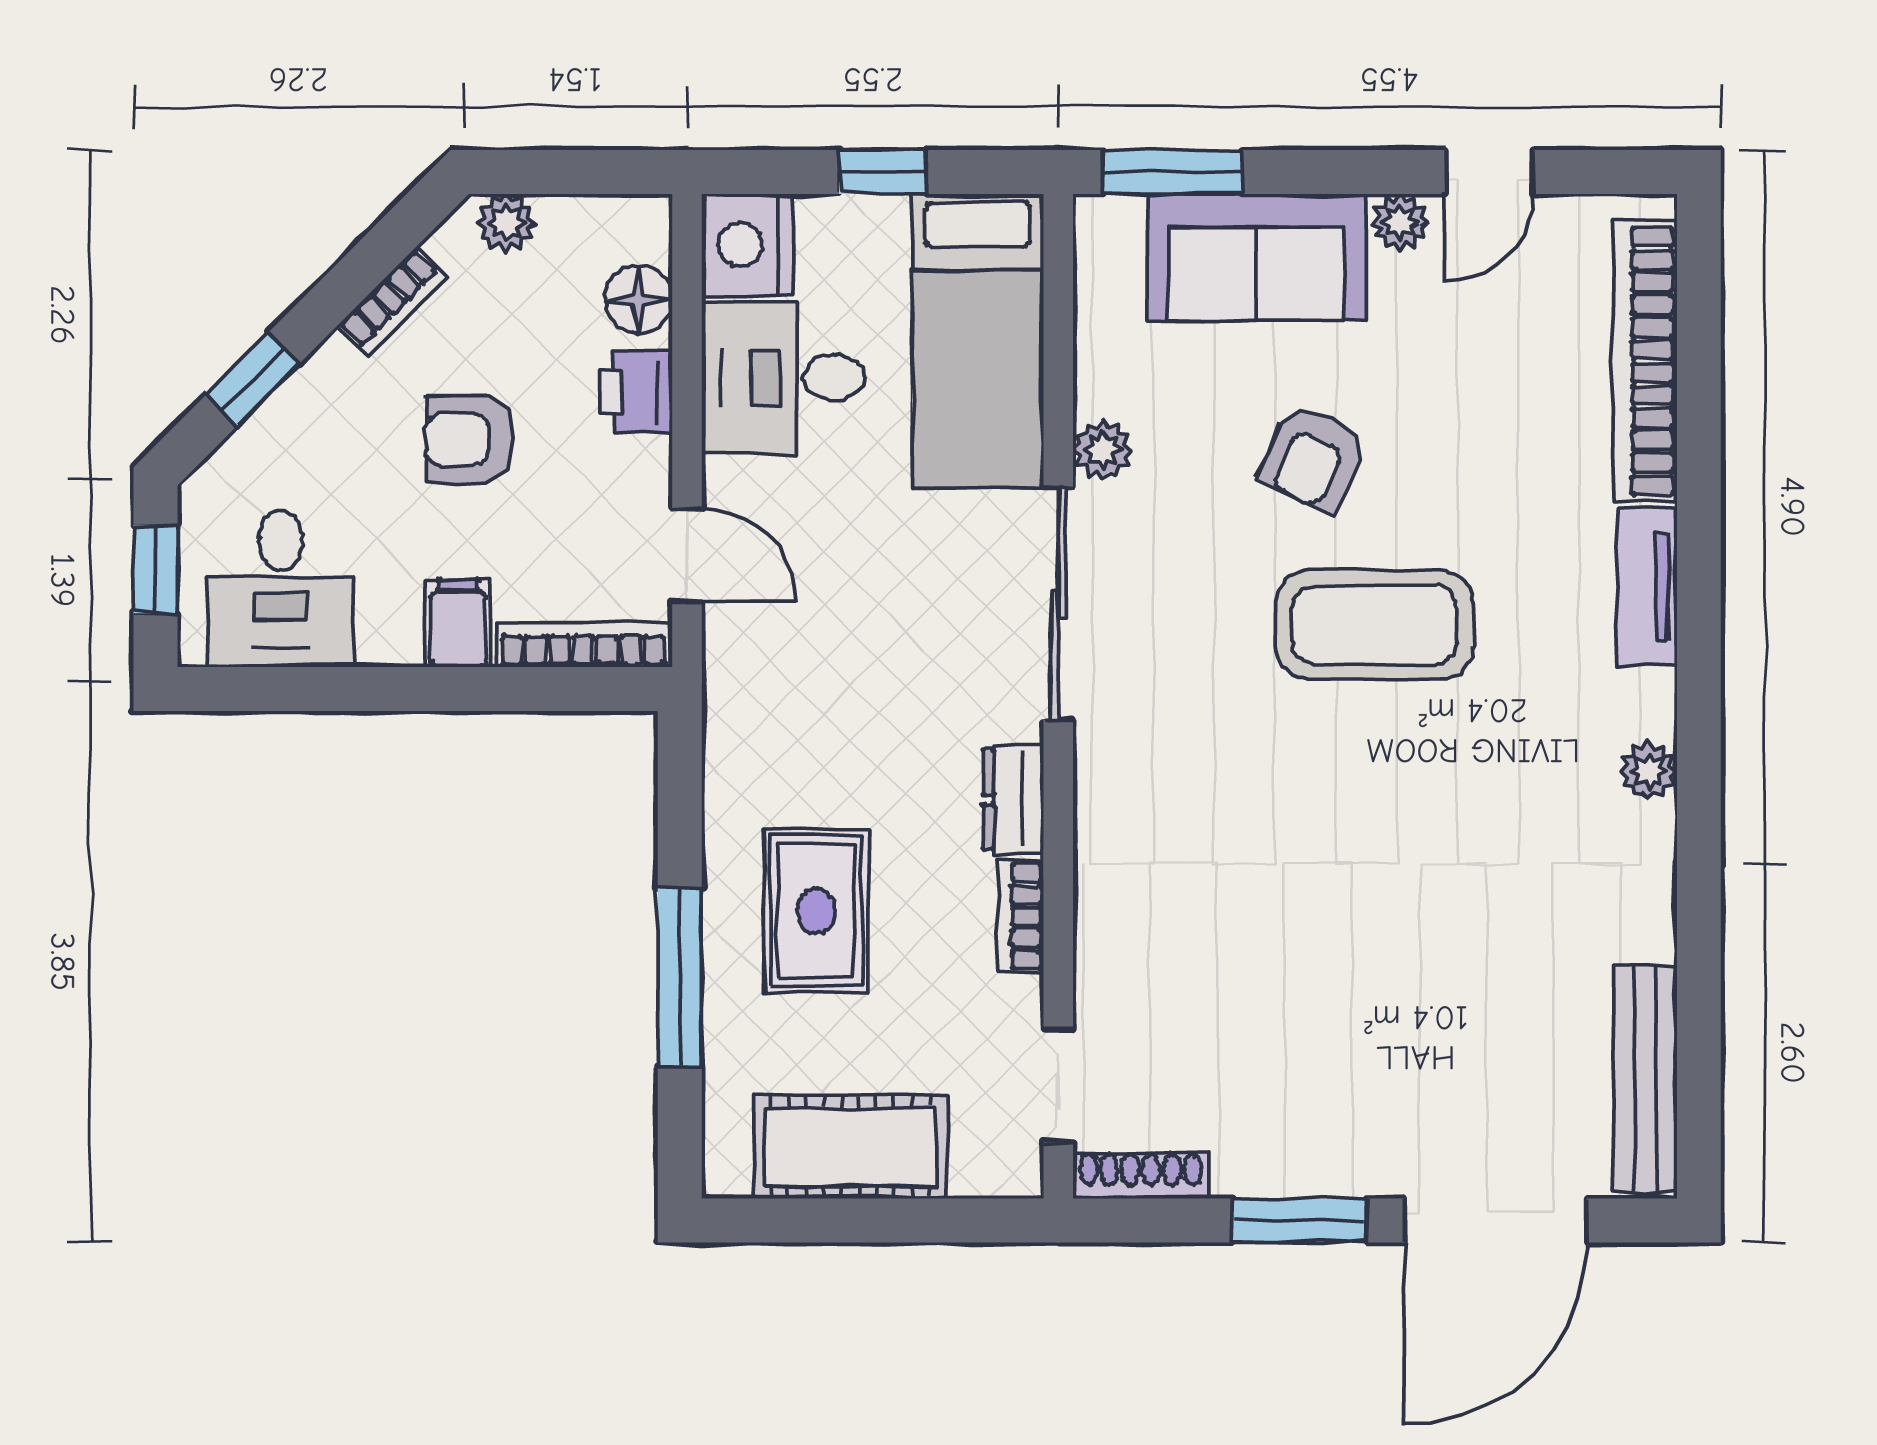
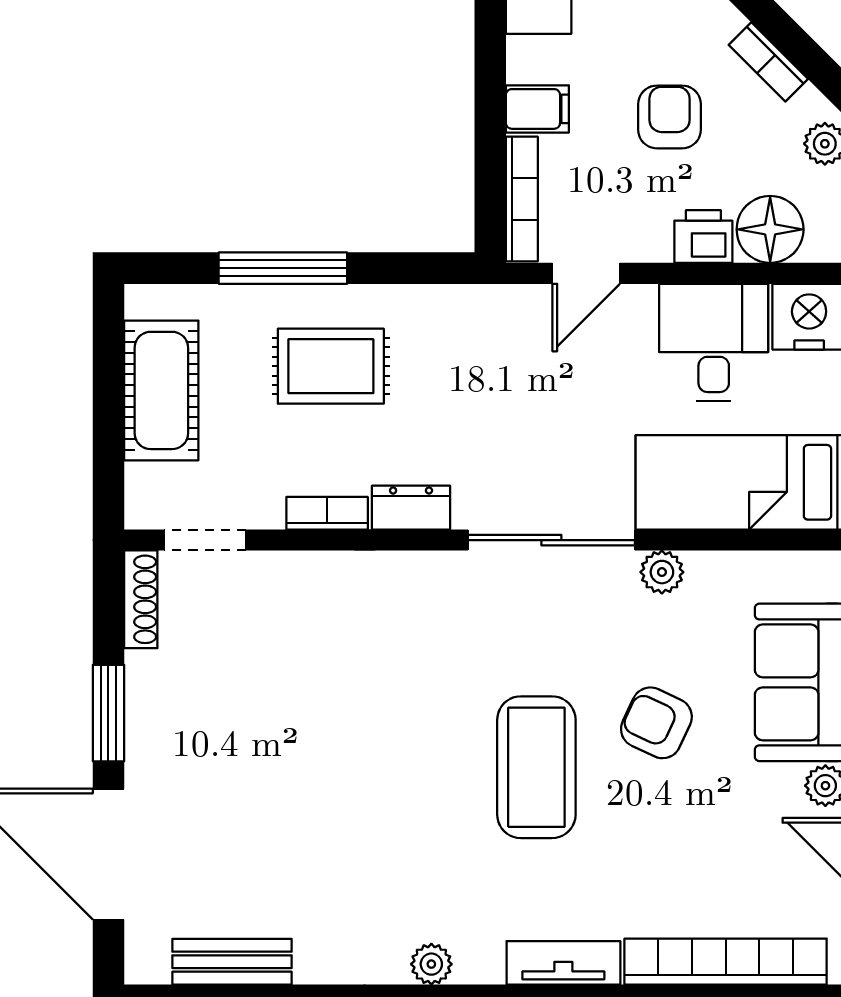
floor lamp: (638, 299) -> (770, 229), width x1.38, depth x1.38
bench: (1645, 1079) -> (232, 962), width x0.73

